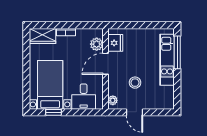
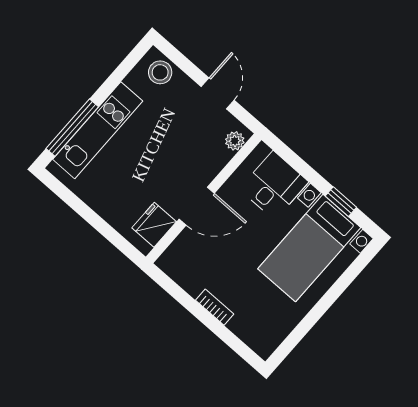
wardrobe: (42, 36) -> (255, 333), removed
plant: (97, 44) -> (184, 248), removed
stool: (135, 83) -> (160, 72), moved

